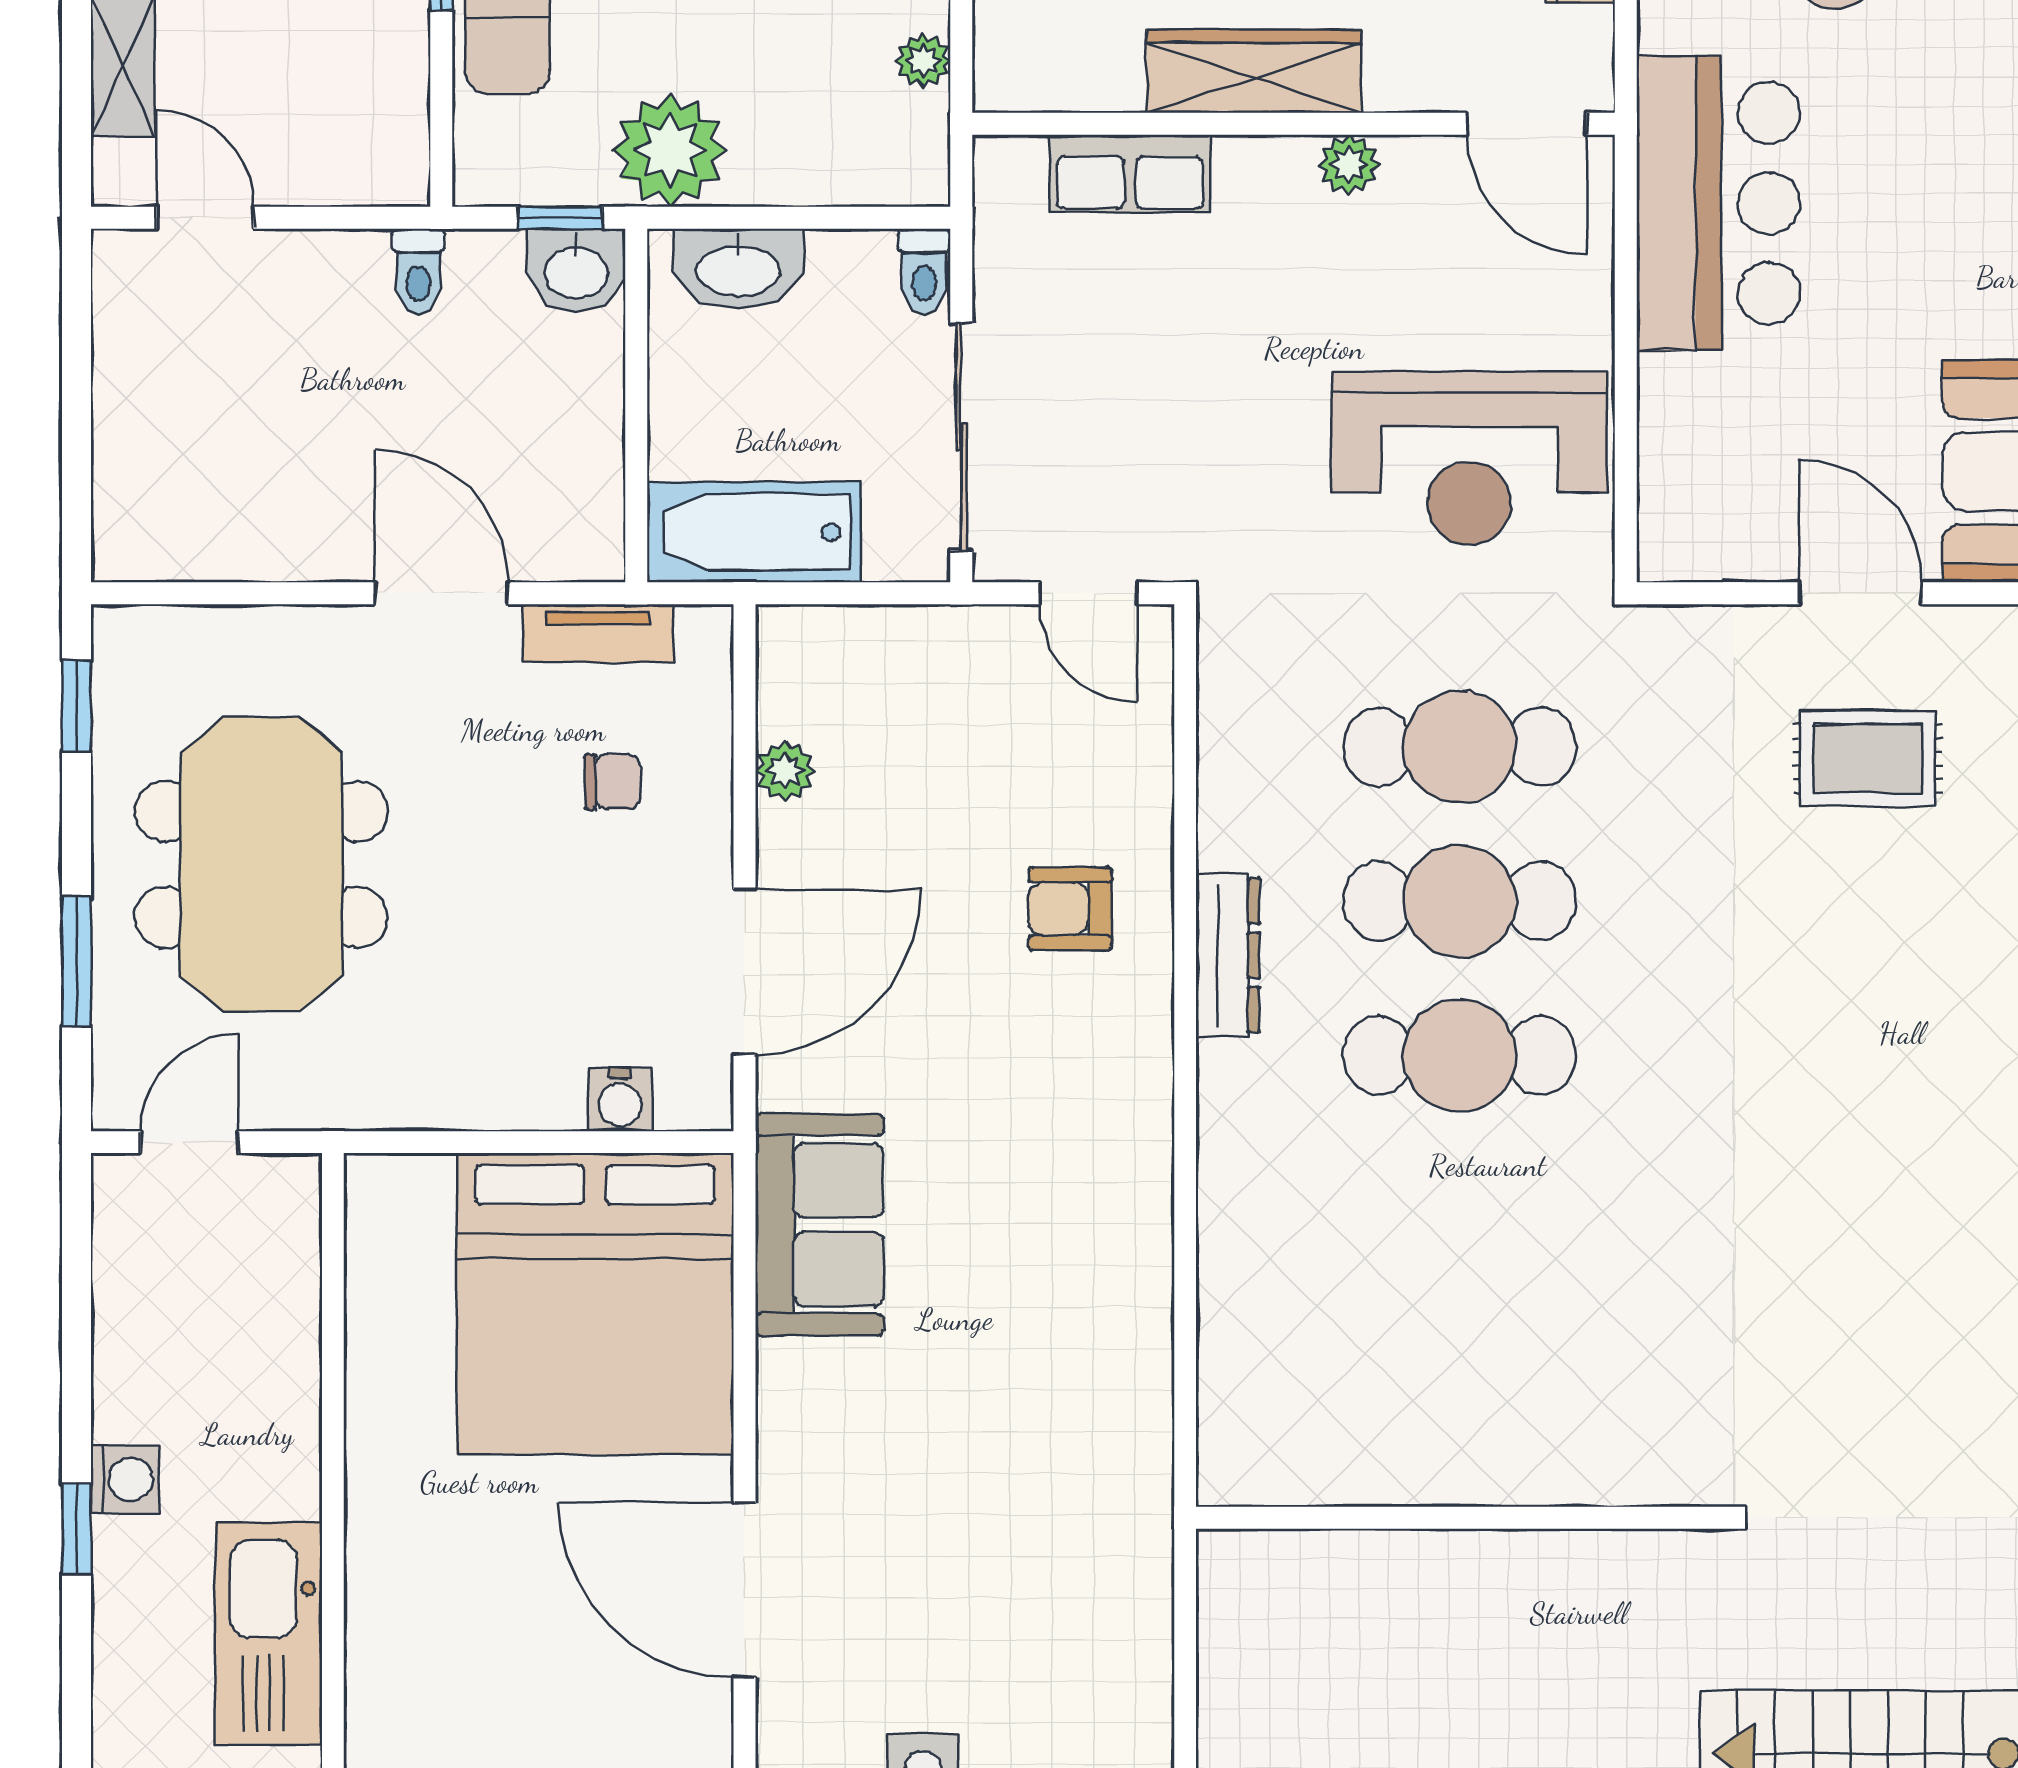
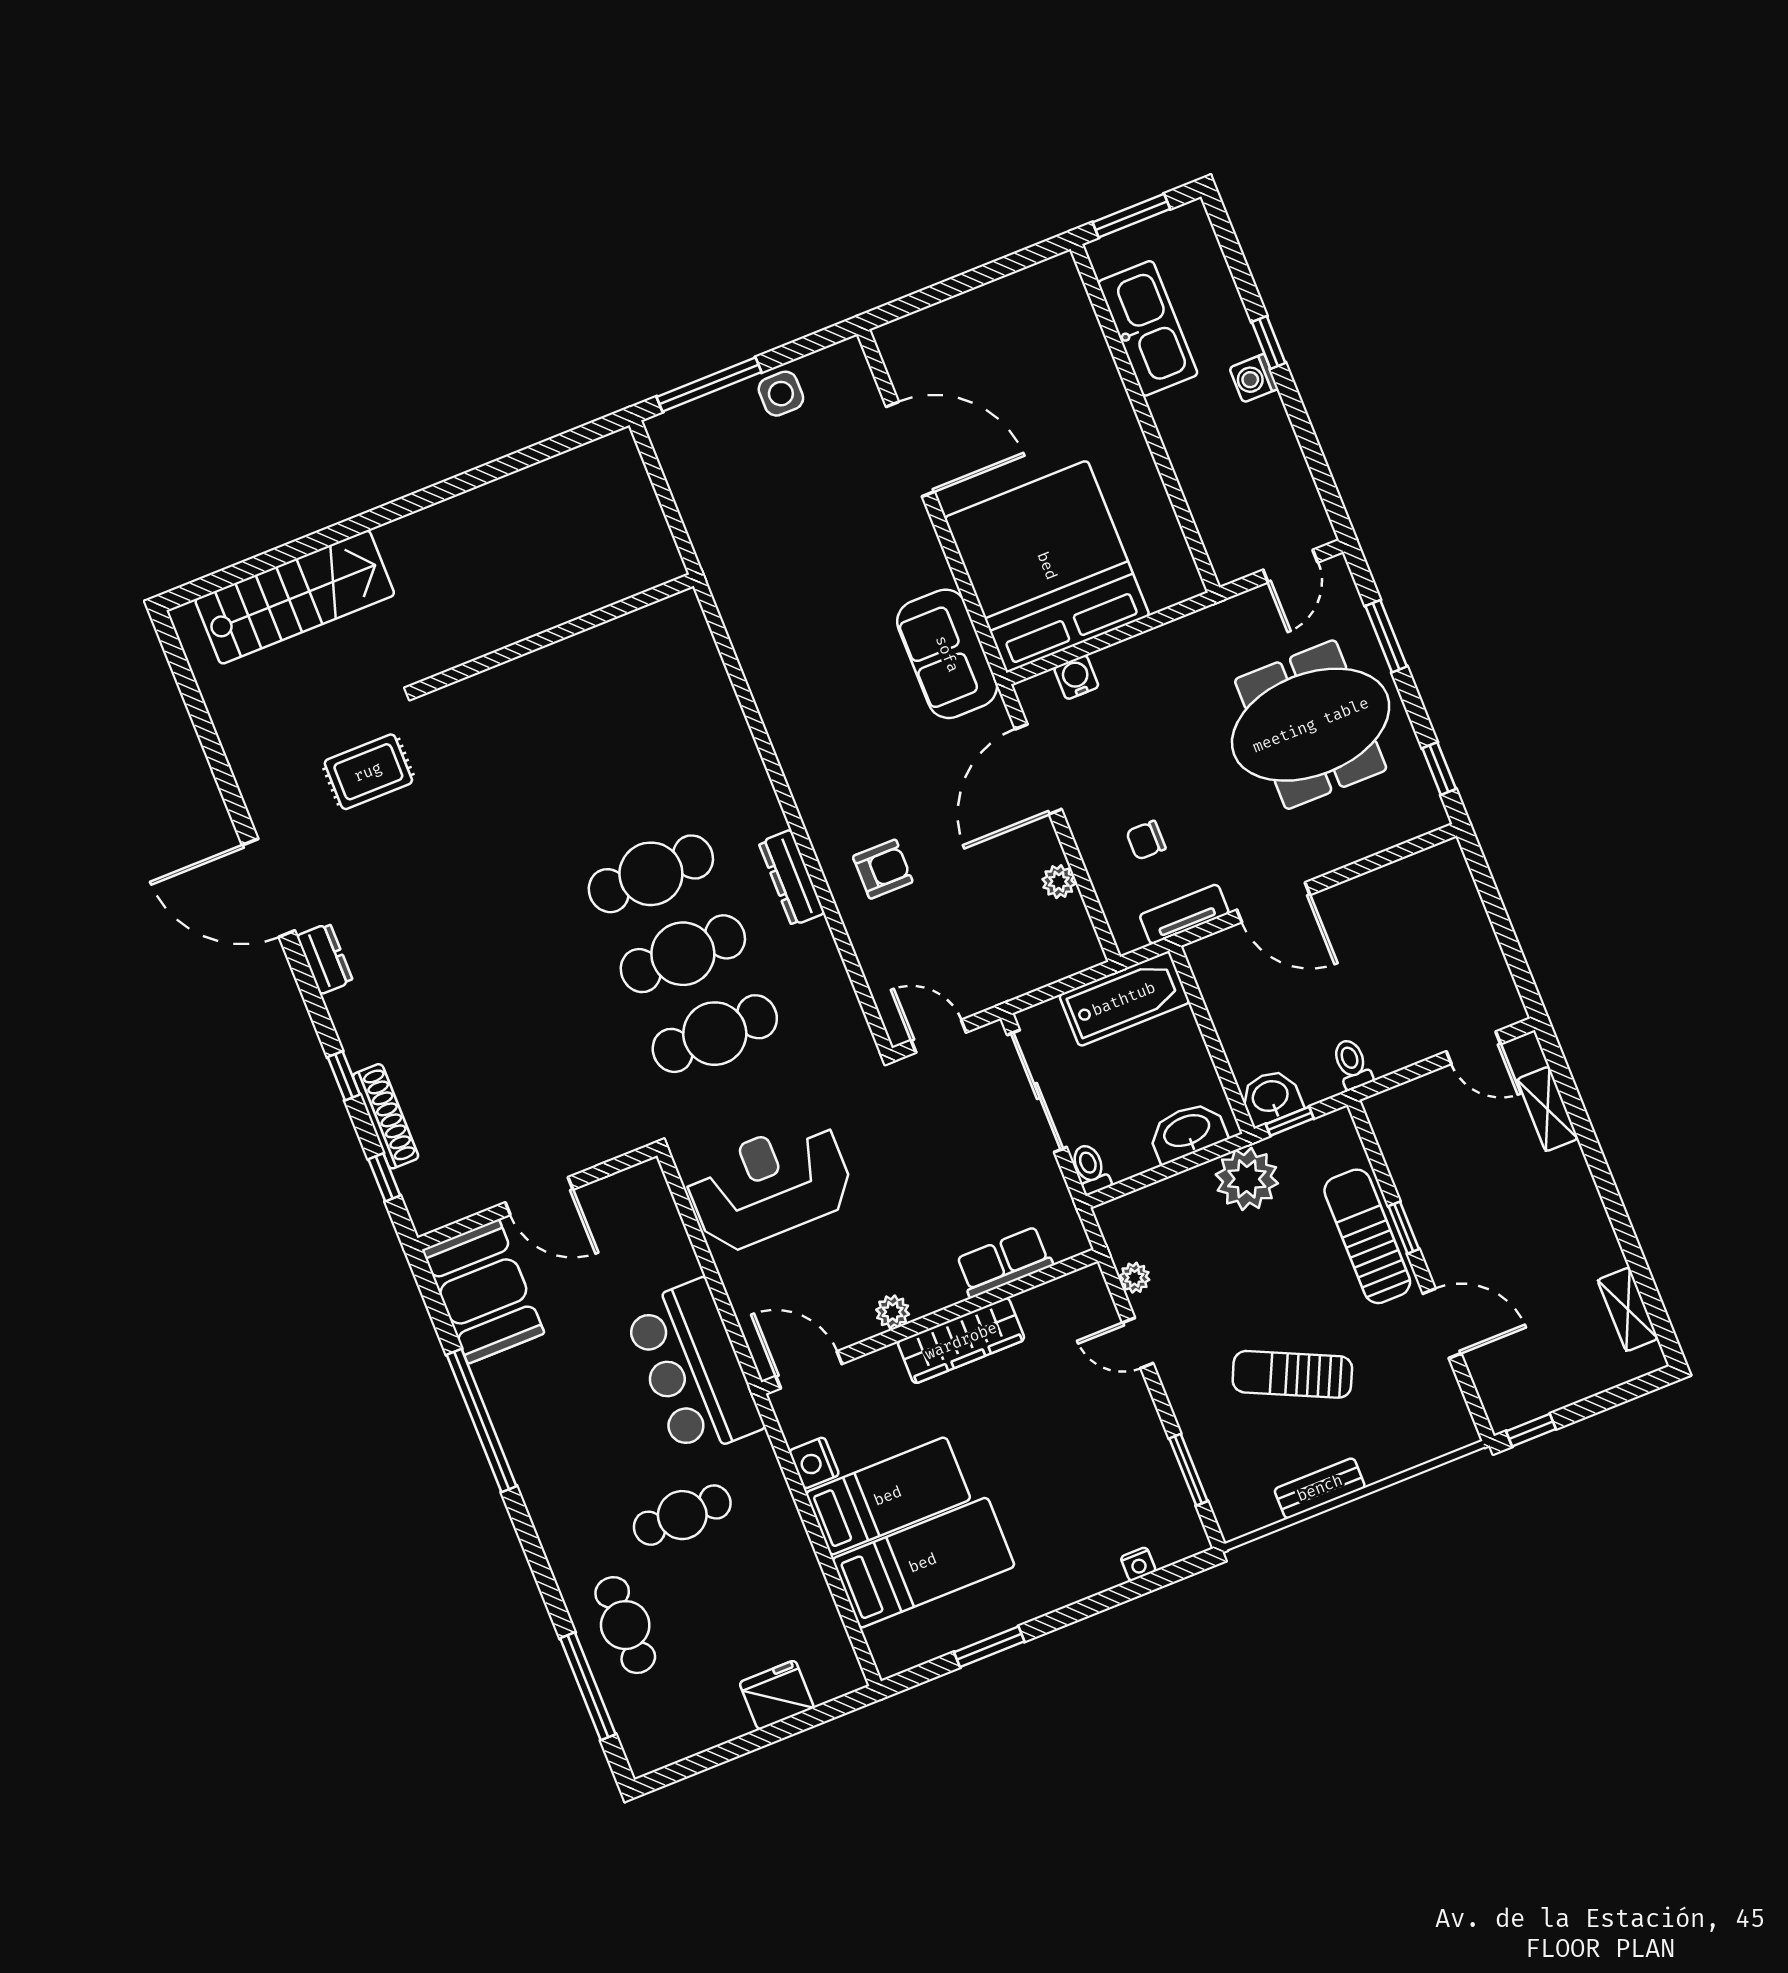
rug: (1868, 758) -> (368, 772), moved
meeting table: (261, 864) -> (1311, 725), turned 90

